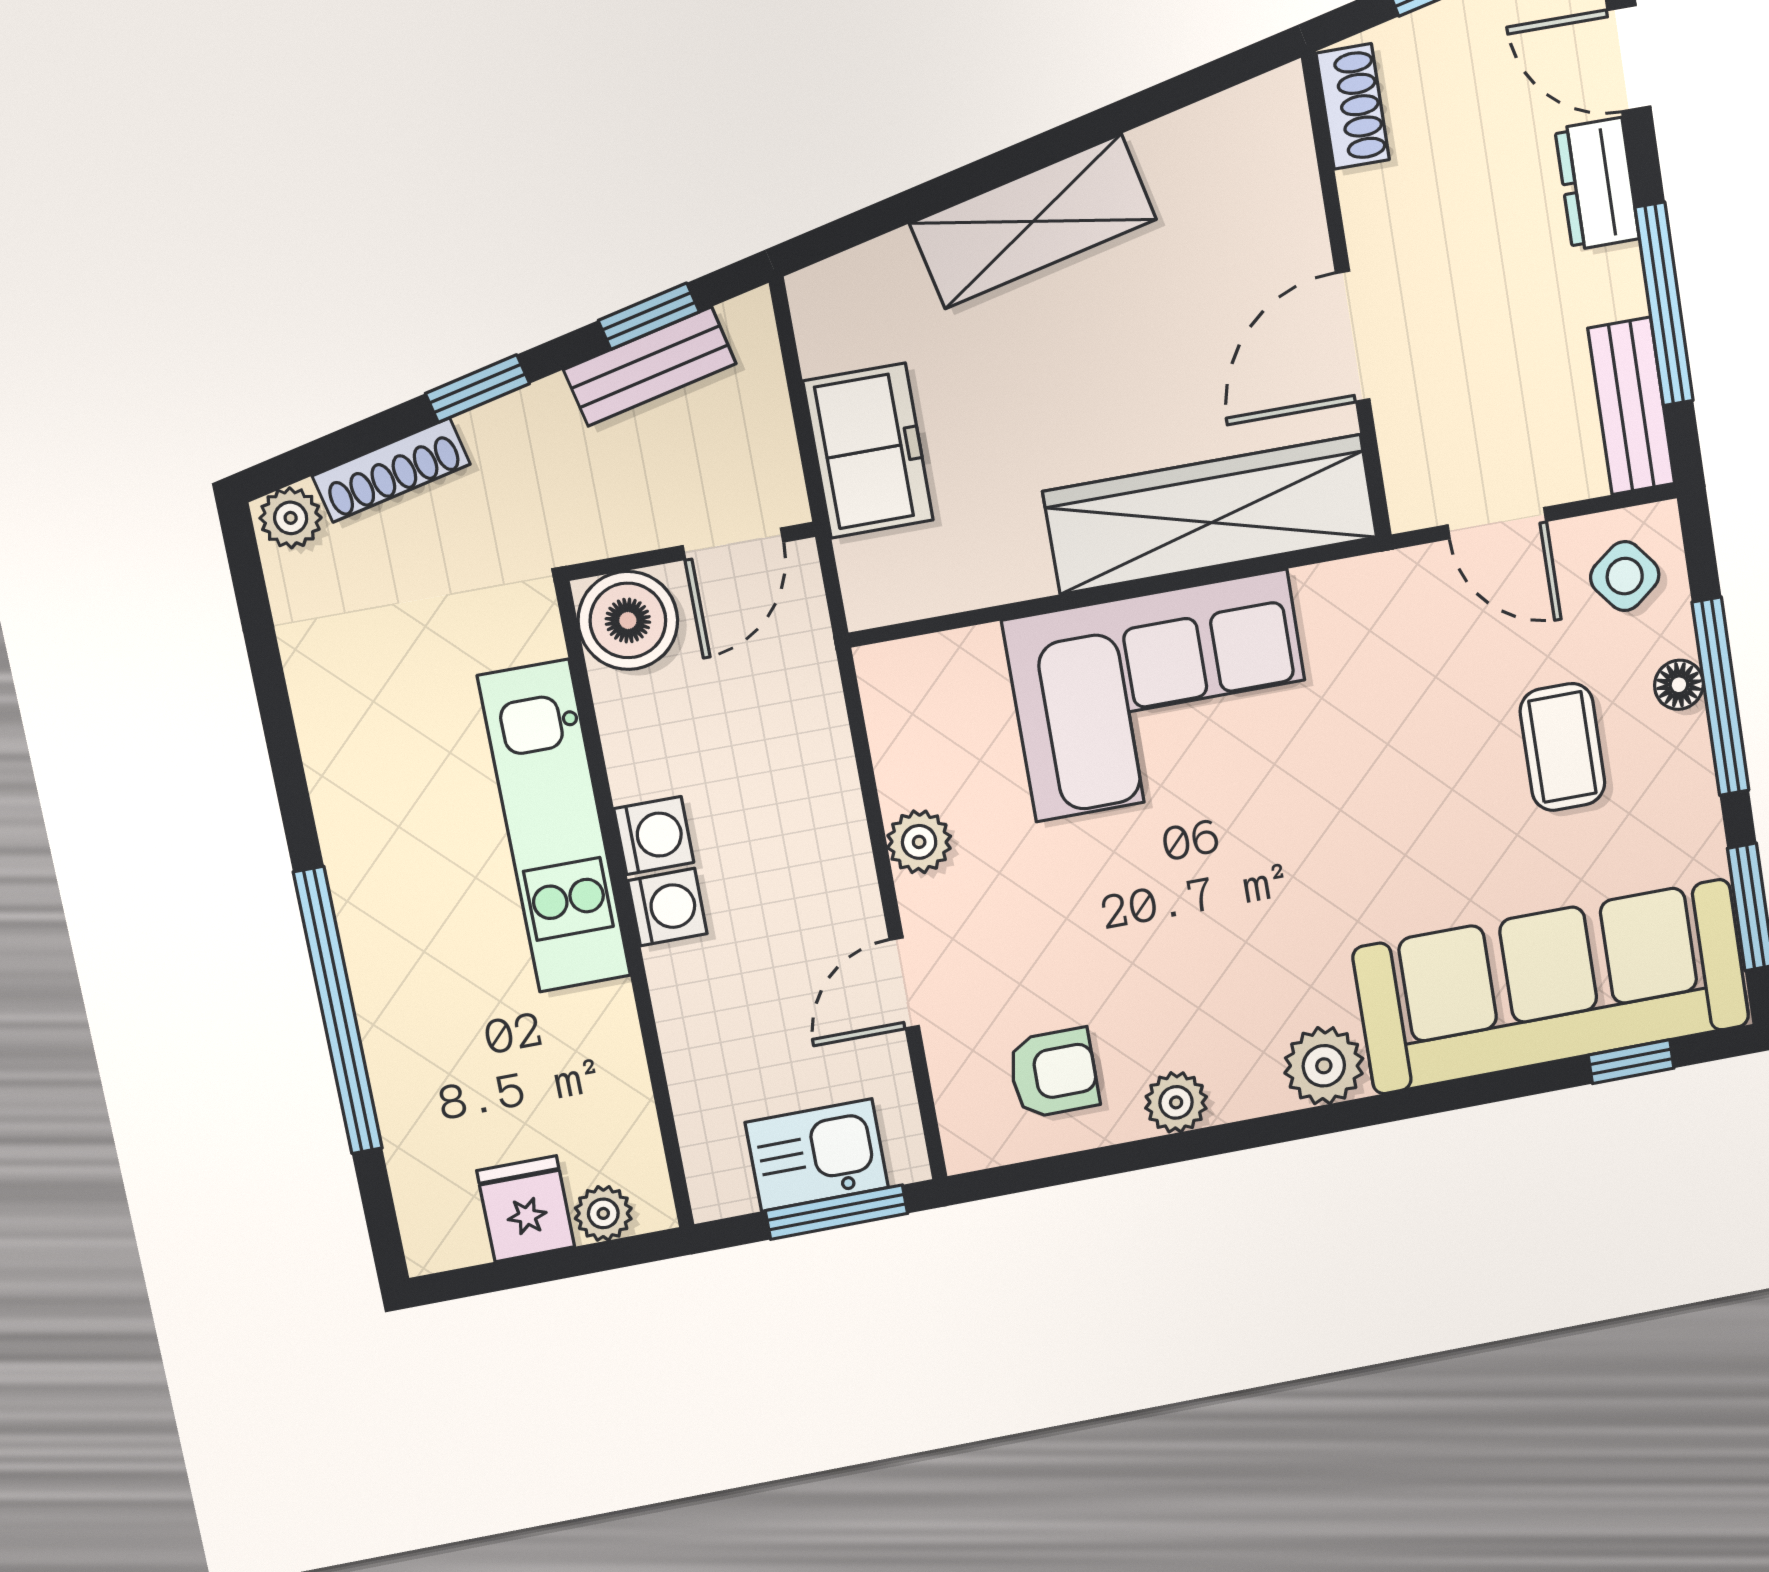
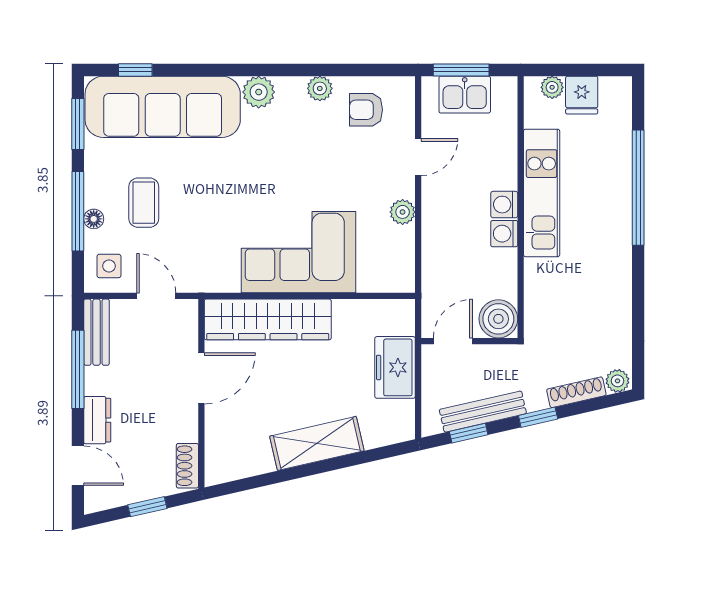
bench: (650, 367) -> (483, 412), width x1.36
side table: (1625, 576) -> (109, 266), turned 38
kitchen unit: (554, 826) -> (542, 193), moved

